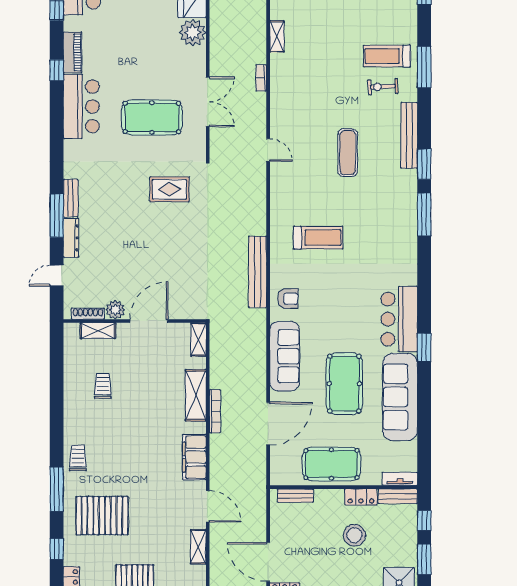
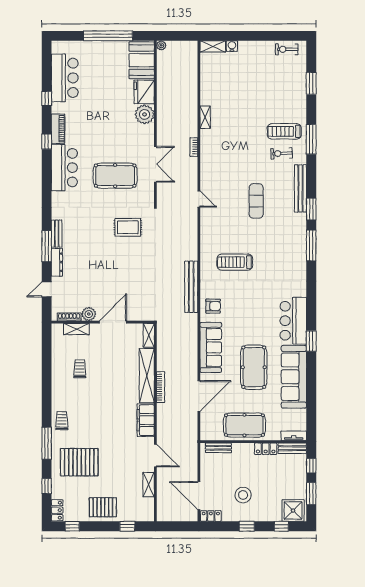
treadmill: (318, 238) -> (235, 262), turned 180
shelving: (196, 395) -> (147, 376), width x1.47
stool: (355, 535) -> (243, 495), moved

